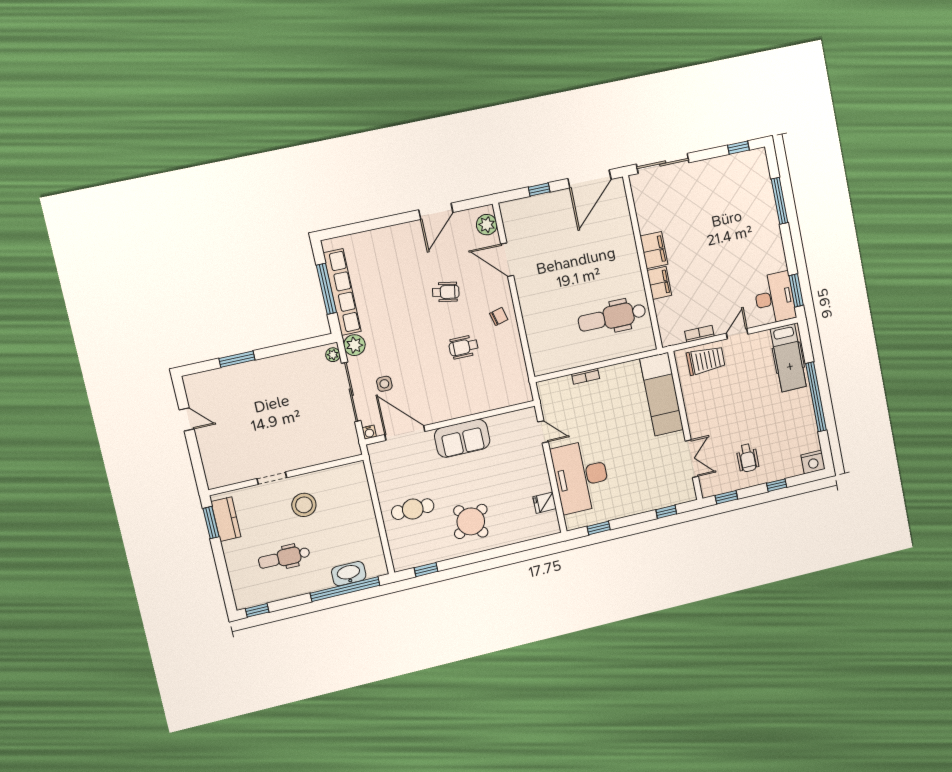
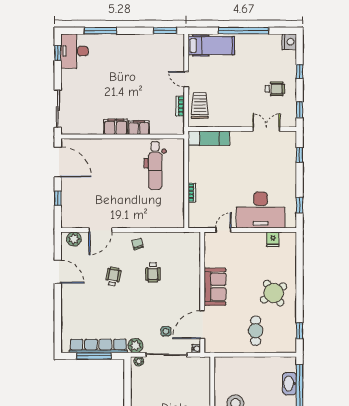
desk: (775, 298) -> (74, 51), moved, turned -90
exam couch: (662, 394) -> (209, 138), width x0.73, depth x0.69

